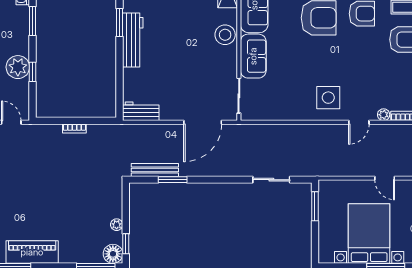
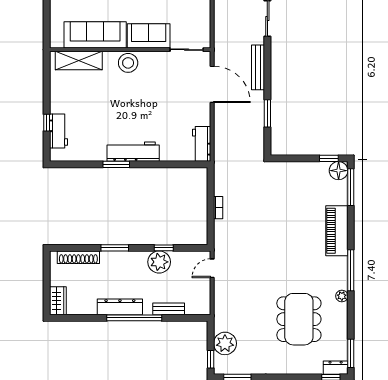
bench: (155, 170) -> (258, 67), moved
plant: (117, 225) -> (311, 167), removed
piano: (32, 252) -> (337, 231), moved

